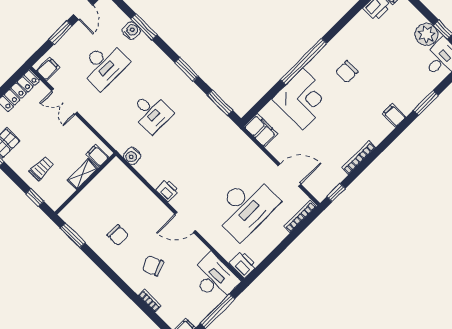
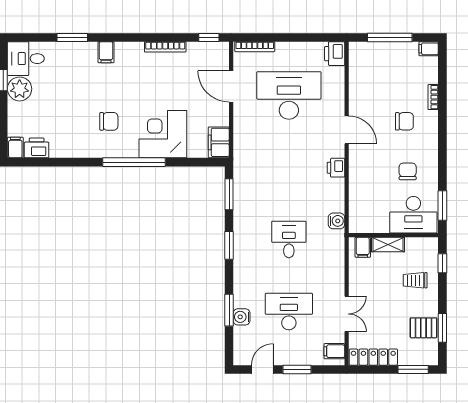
chair: (153, 266) -> (404, 121), turned -66
desk: (214, 278) -> (413, 215), moved, turned -90

